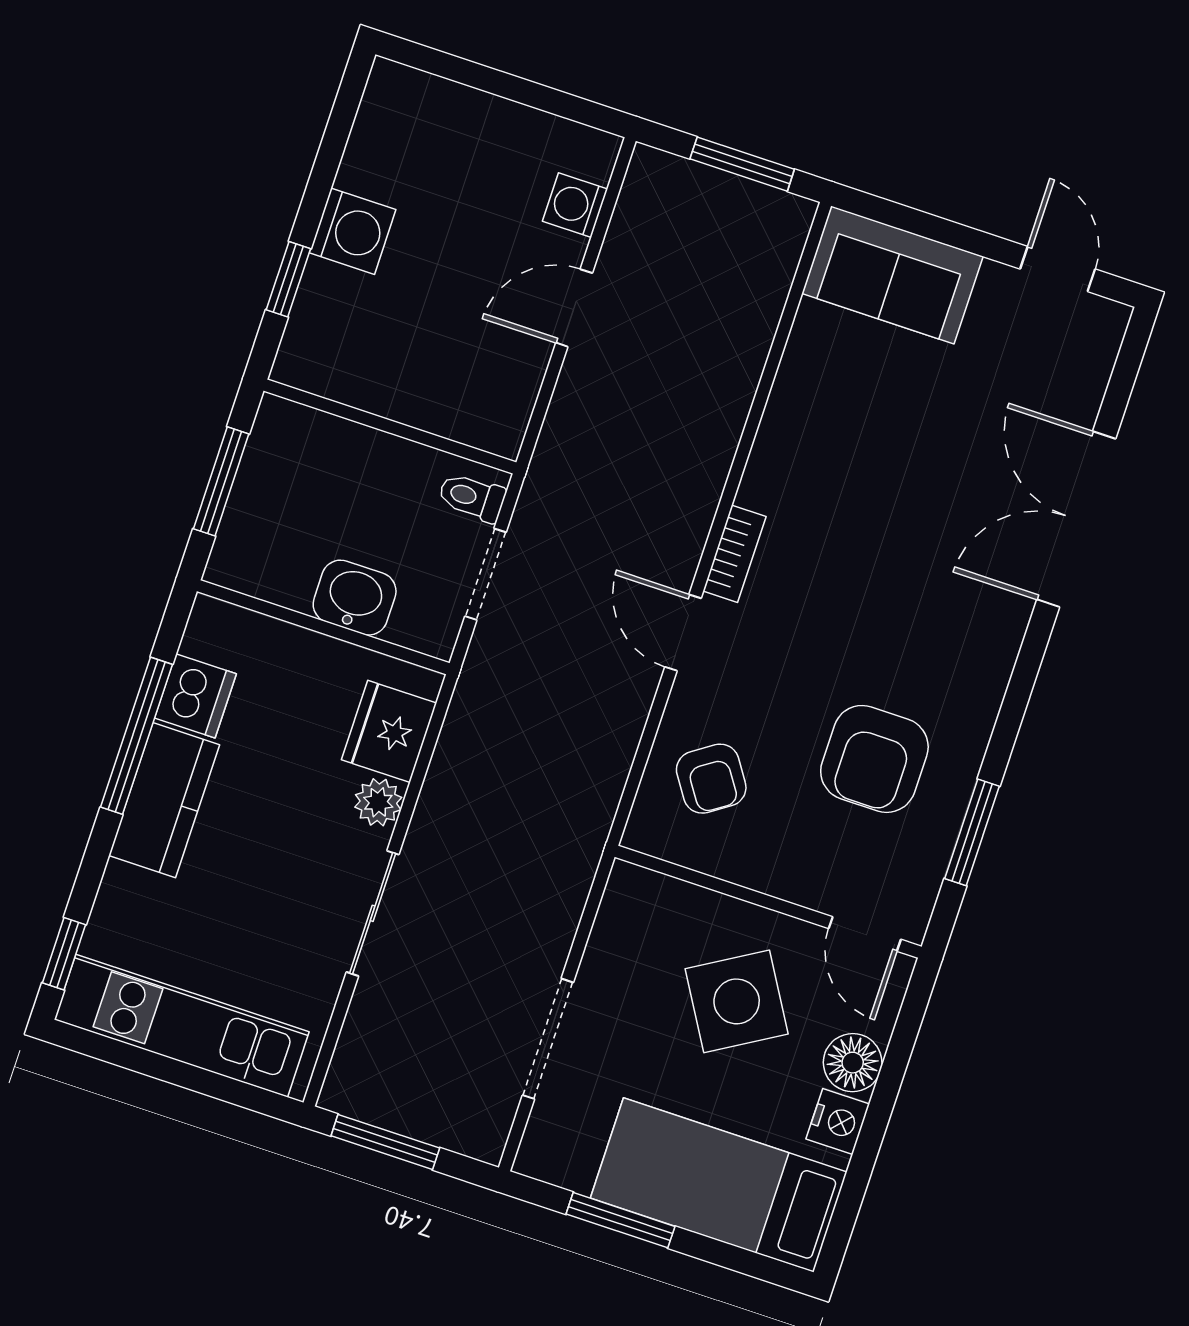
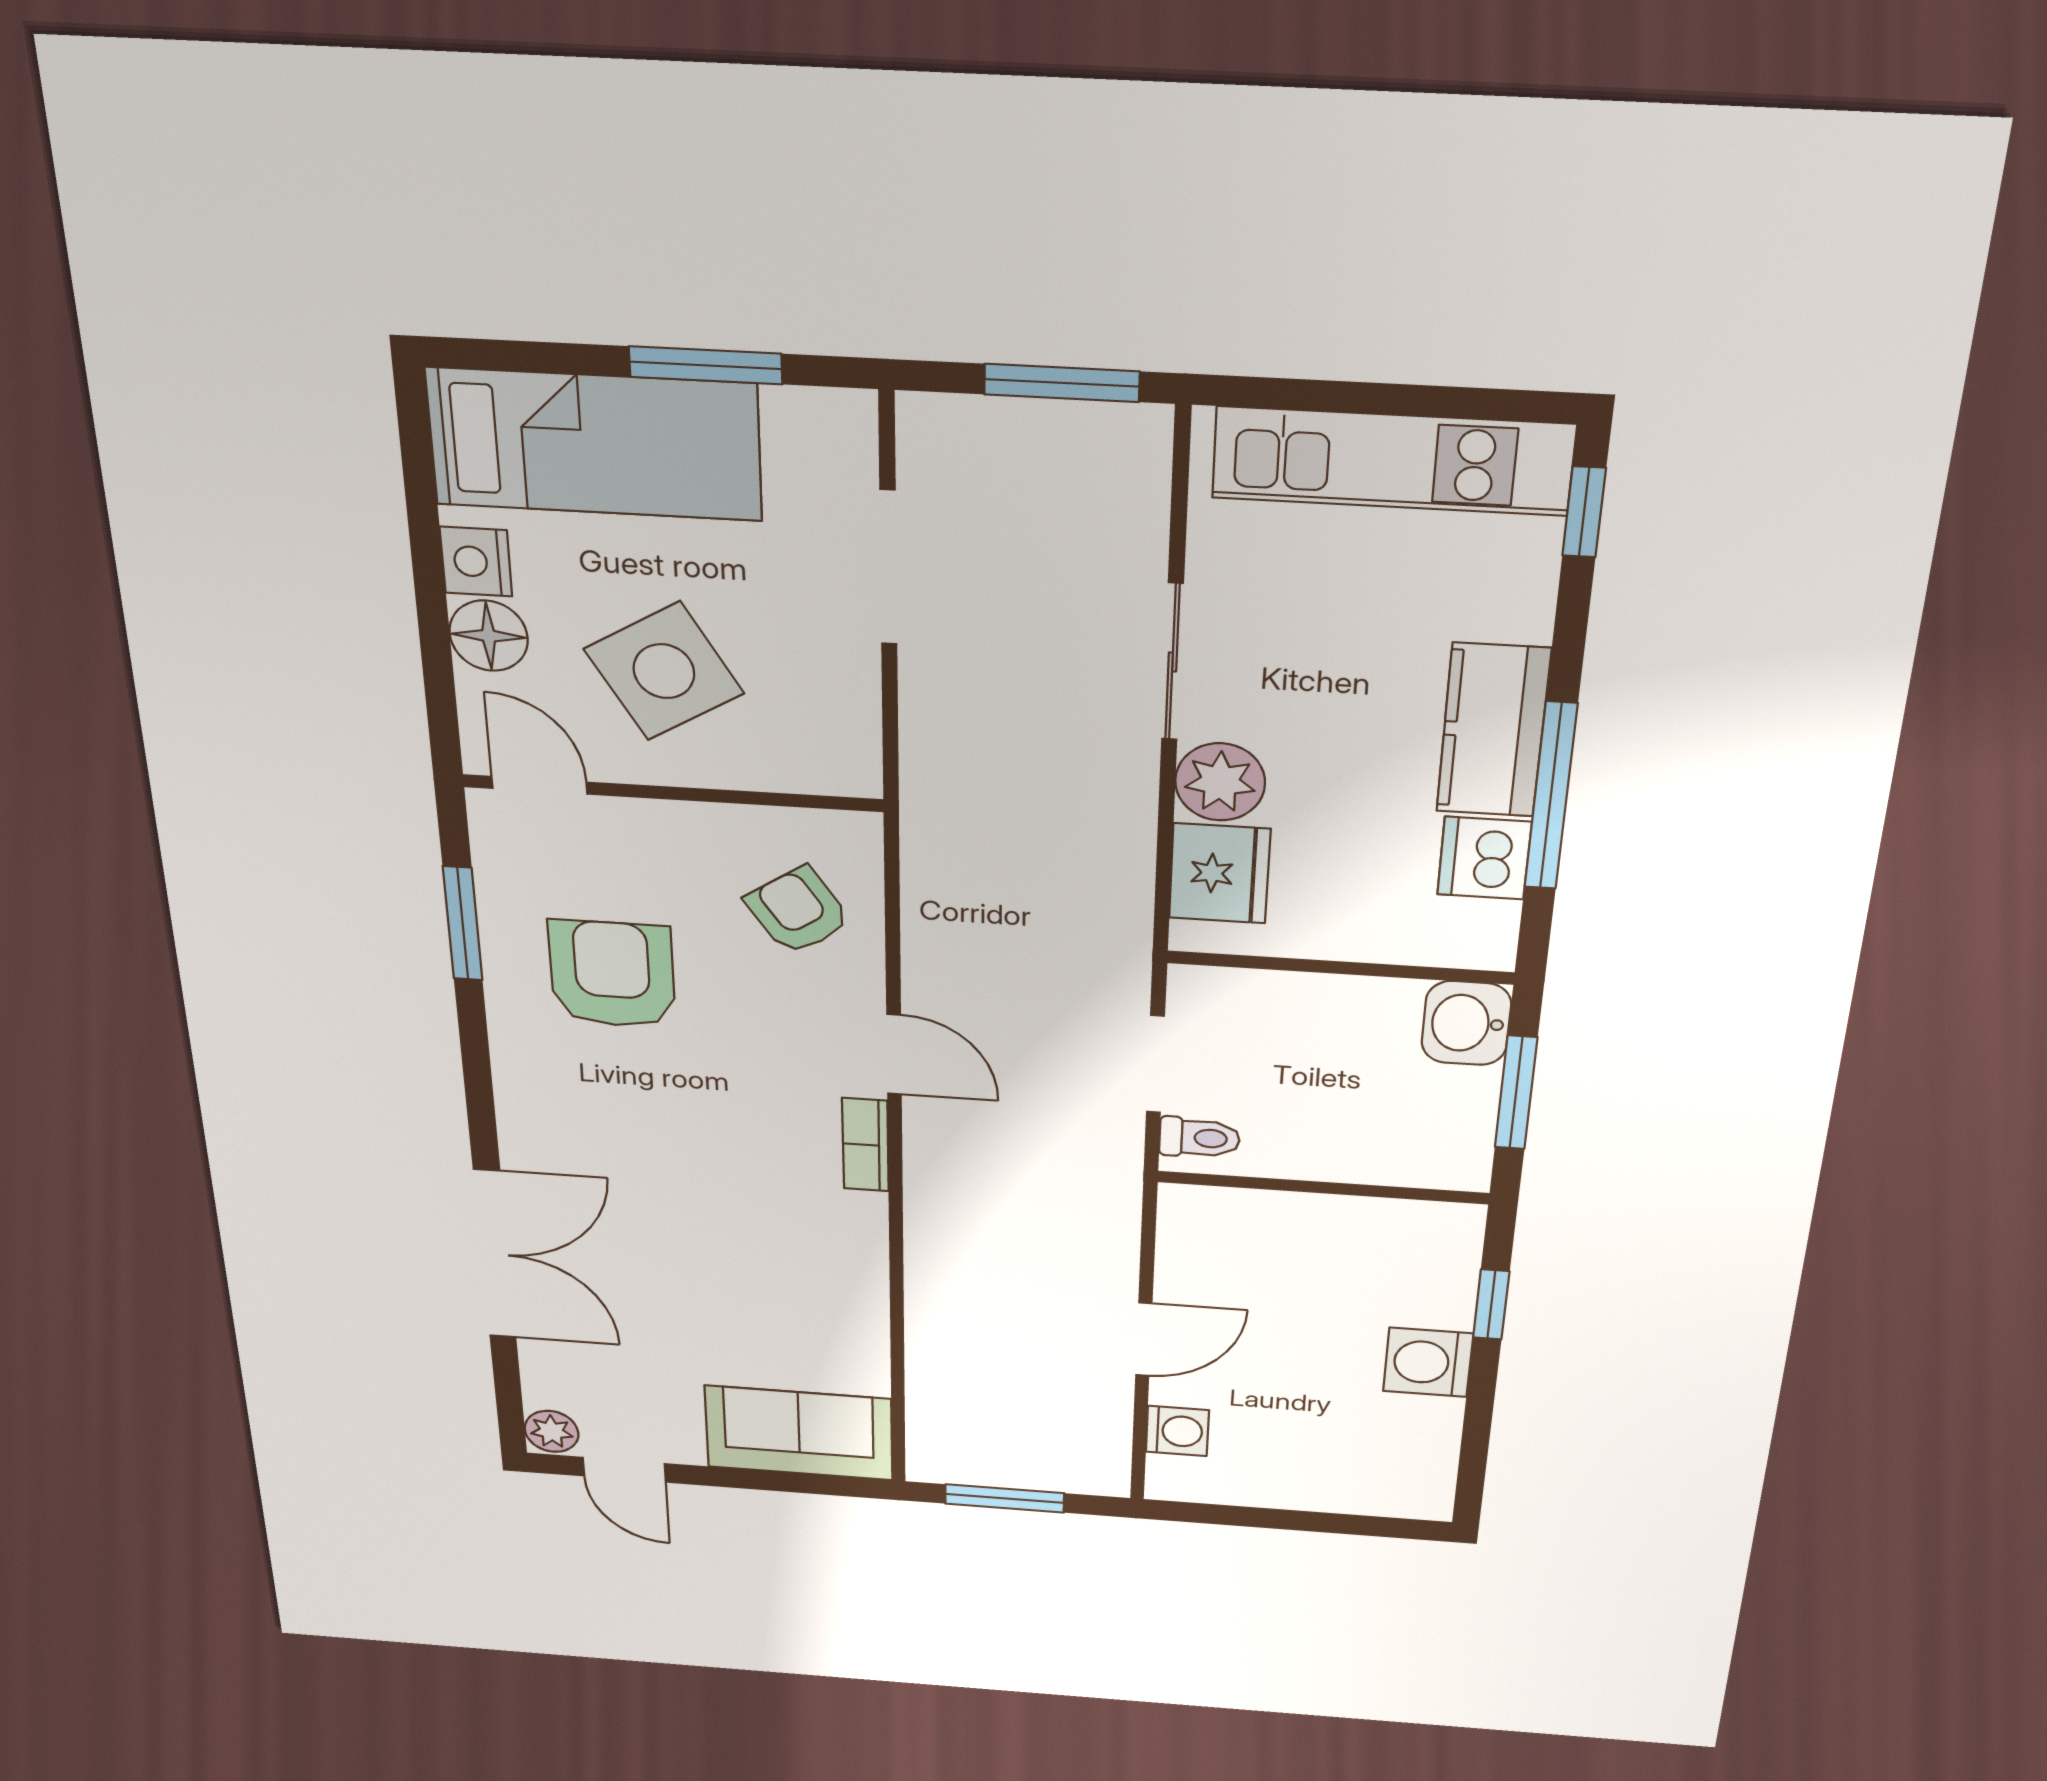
plant: (1104, 325) -> (552, 1431), added
washbasin: (355, 598) -> (1466, 1023), moved, turned 90
plant: (378, 802) -> (1220, 782), width x1.38, depth x1.38

